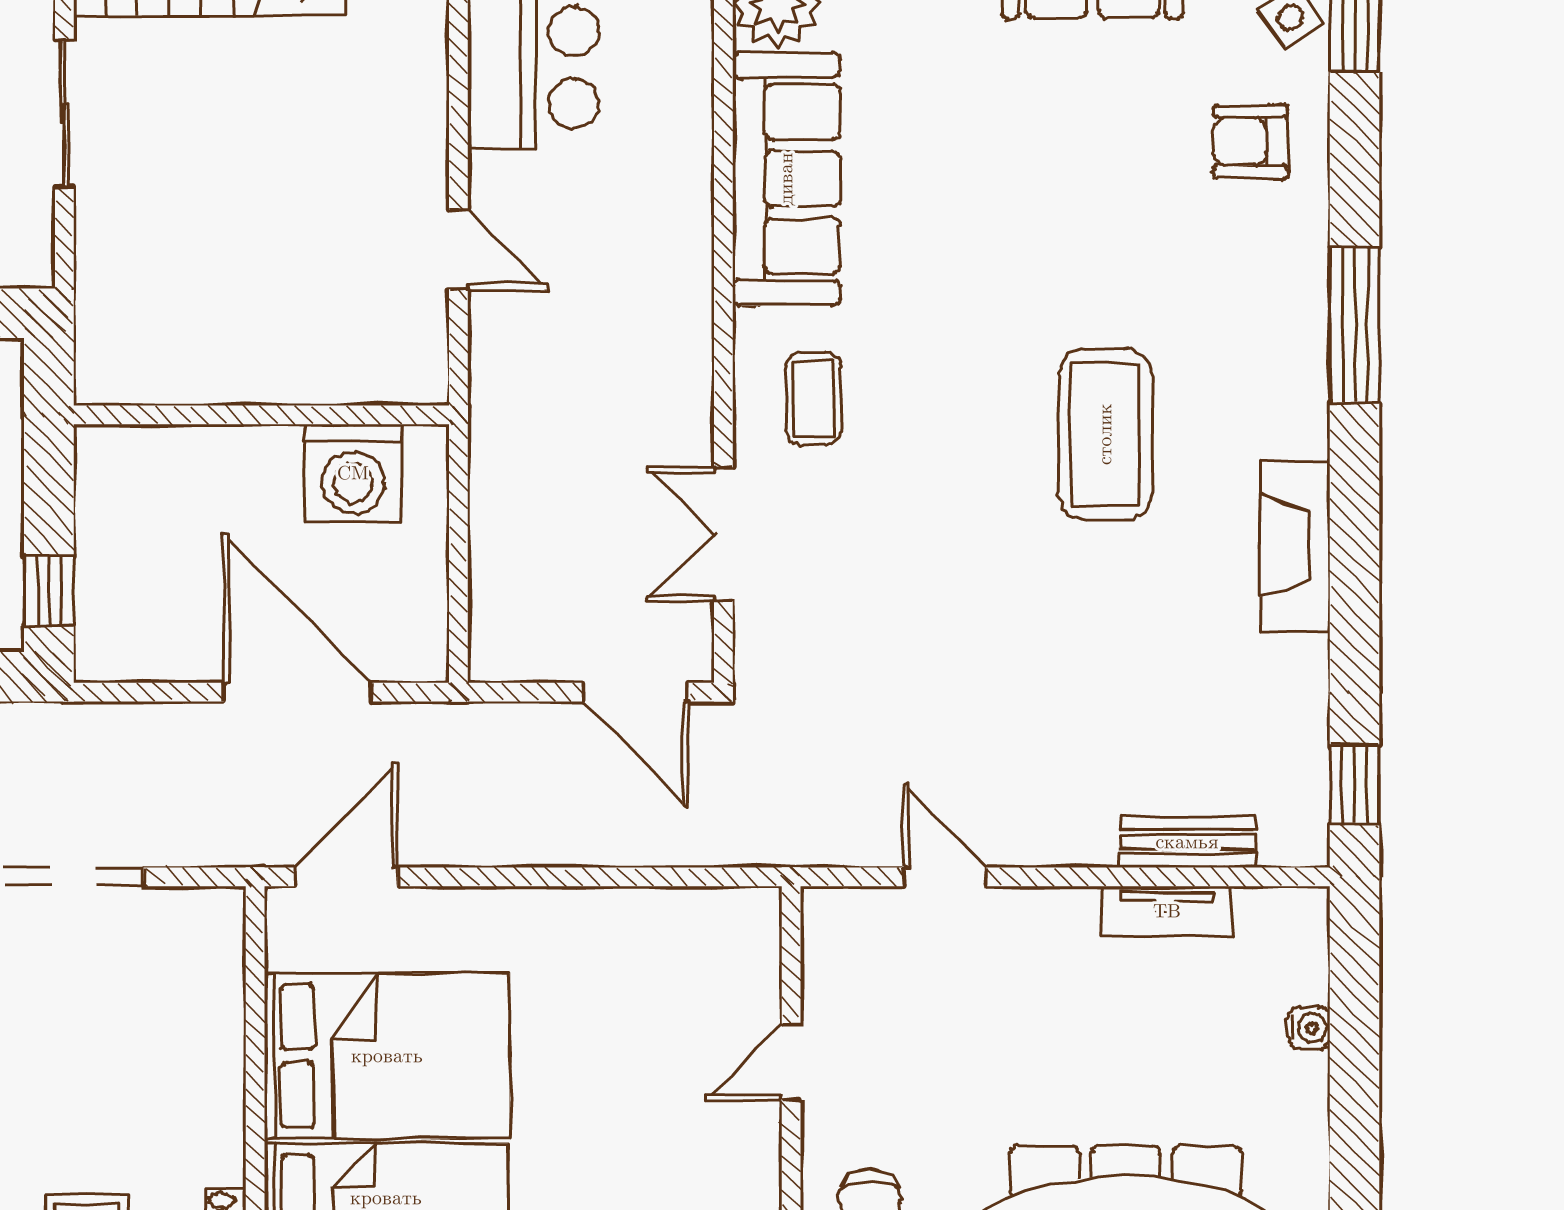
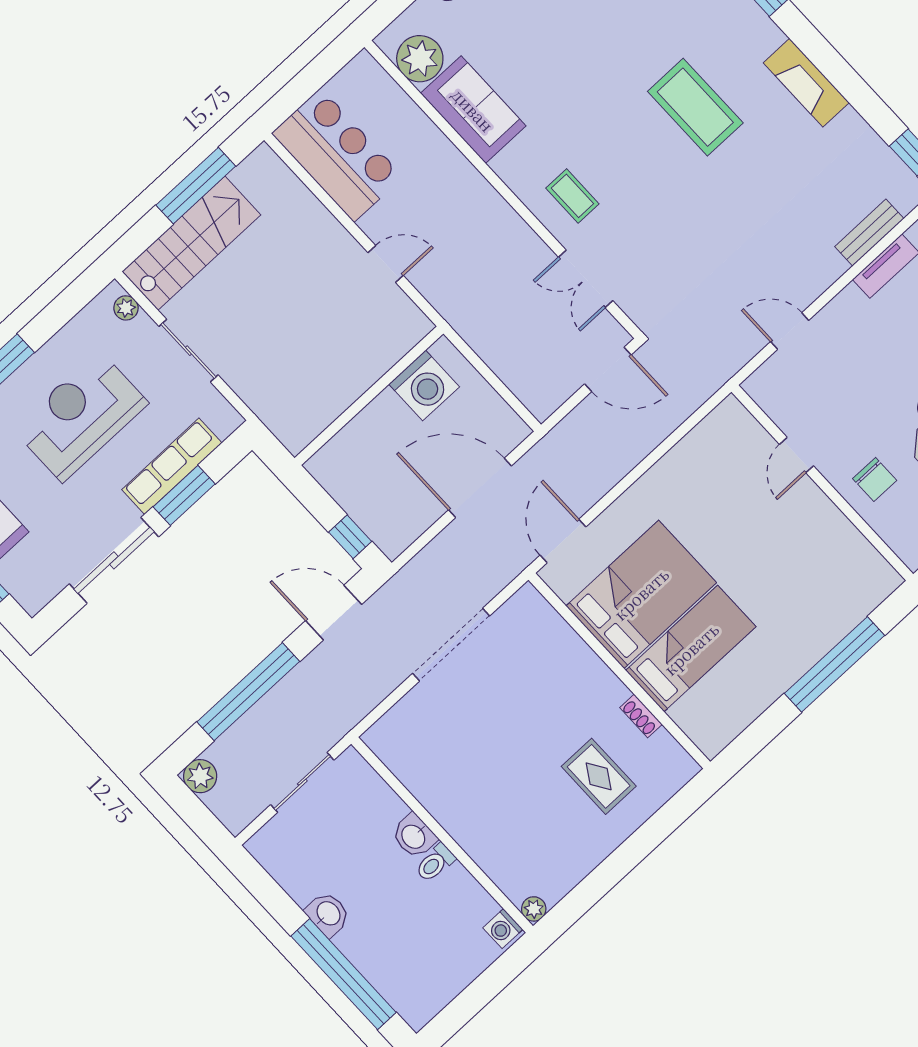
sofa: (786, 179) -> (473, 110), width x0.73

